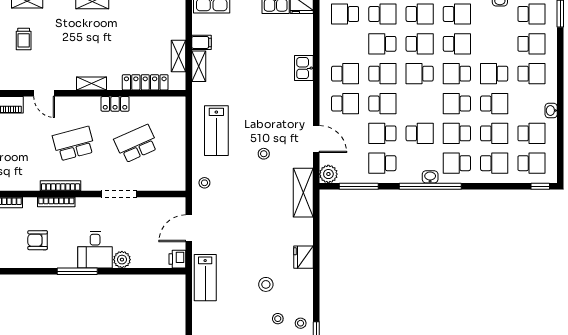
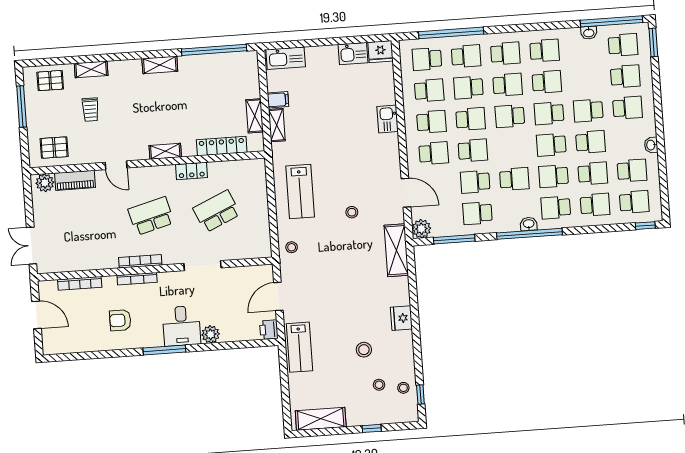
school desk: (345, 44) -> (429, 90), added

